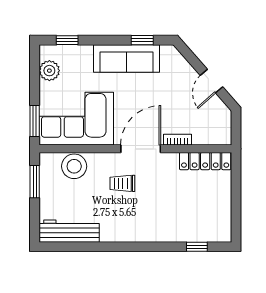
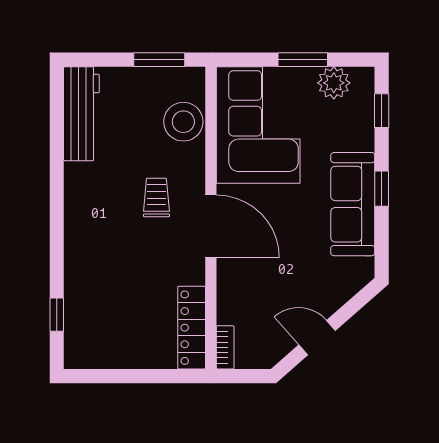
window: (142, 40) -> (382, 189), moved
window: (35, 121) -> (303, 60), moved
bookcase: (177, 140) -> (225, 347), moved

